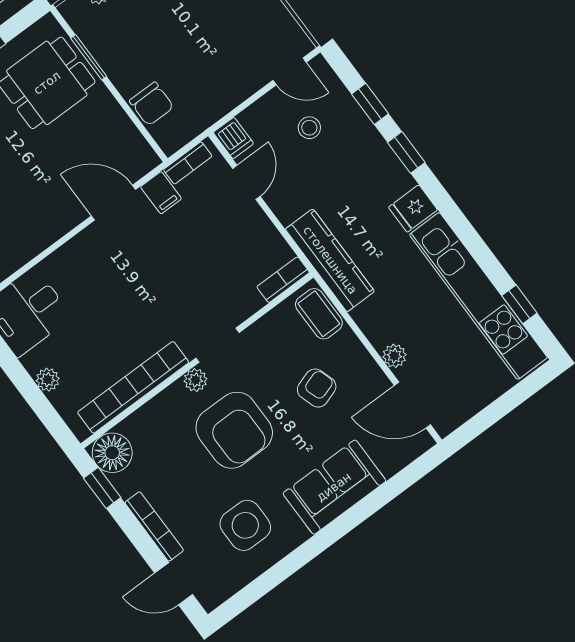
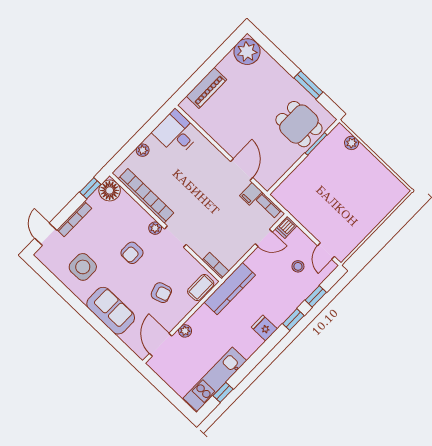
chair: (152, 104) -> (297, 181), removed
kitchen unit: (478, 296) -> (215, 379), width x0.73
armchair: (234, 430) -> (132, 253), width x0.53, depth x0.53

